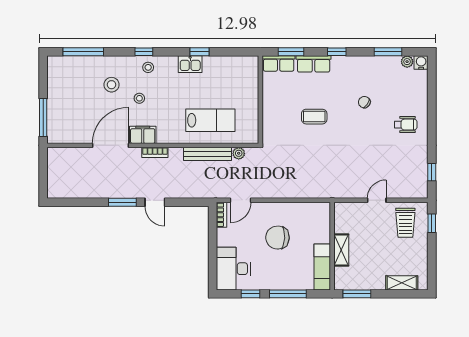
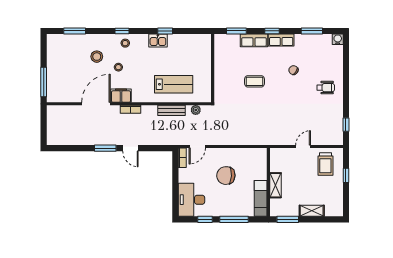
window: (83, 52) -> (75, 31), width x0.69
plant: (407, 62) -> (327, 39), removed
row of seats: (279, 63) -> (281, 40), moved
bench: (208, 154) -> (171, 110), width x0.73
window: (432, 223) -> (346, 175), moved
shelving: (402, 283) -> (312, 211), moved

